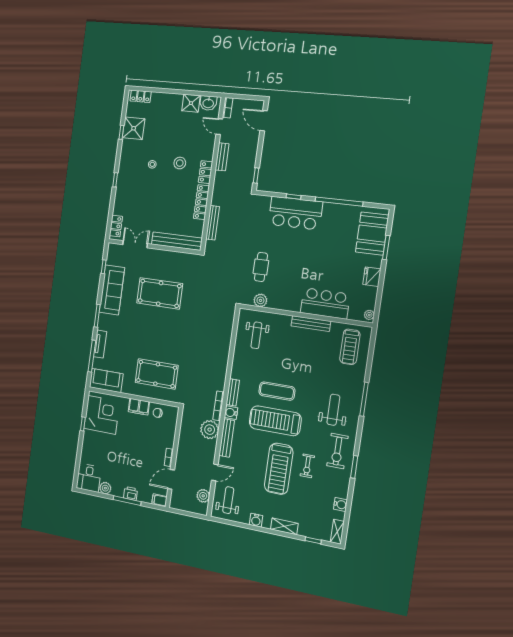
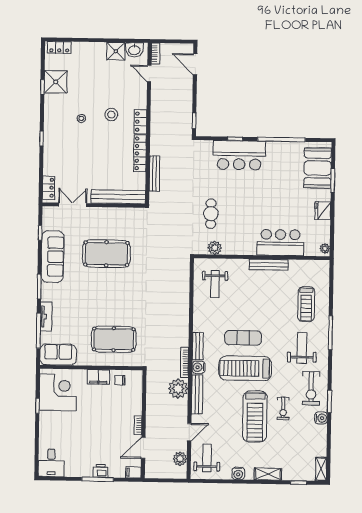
bench: (222, 157) -> (156, 104), removed
treadmill: (350, 347) -> (306, 304), moved
plant: (105, 488) -> (72, 471), removed
water cooler: (340, 504) -> (321, 418), moved

